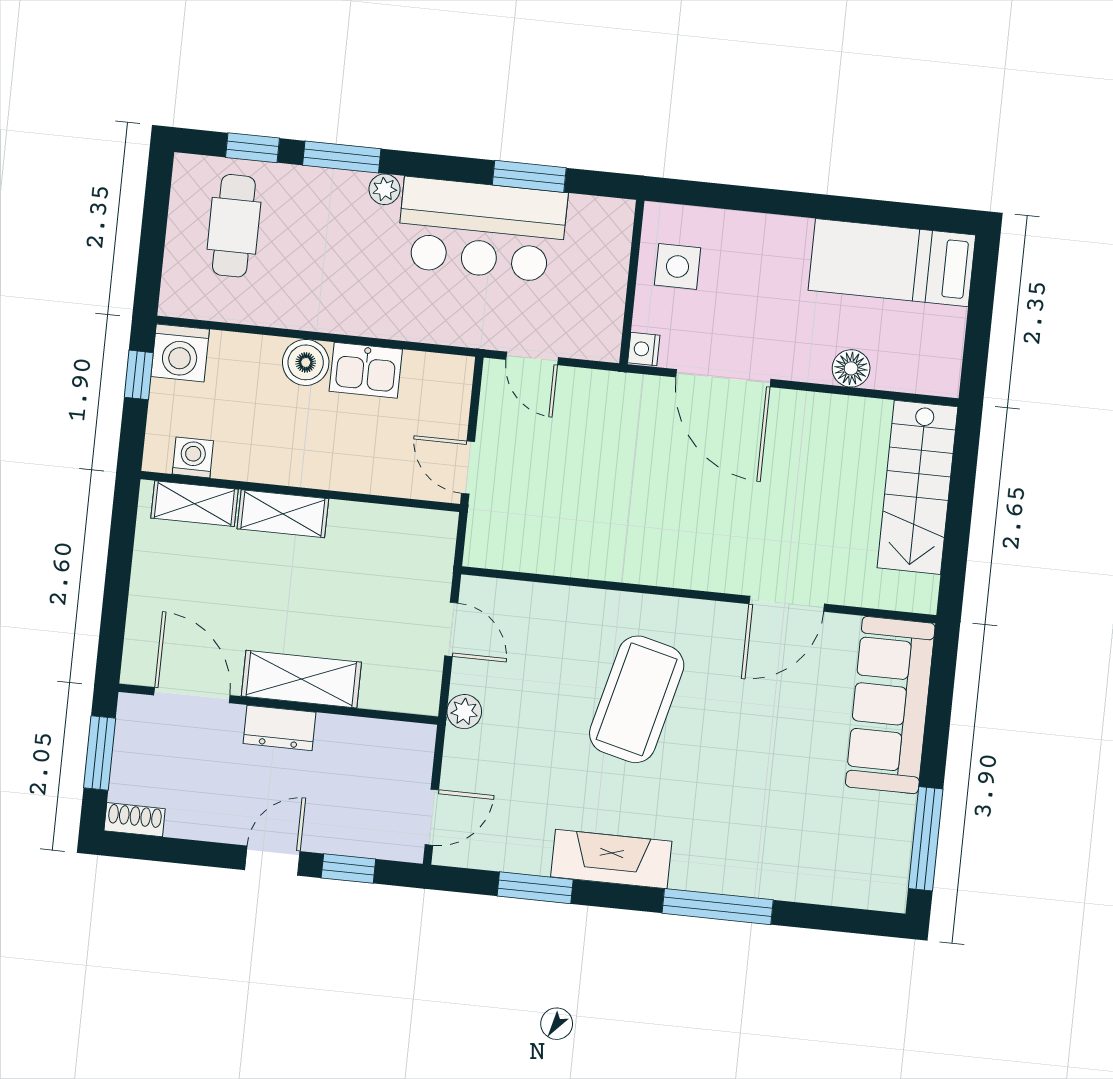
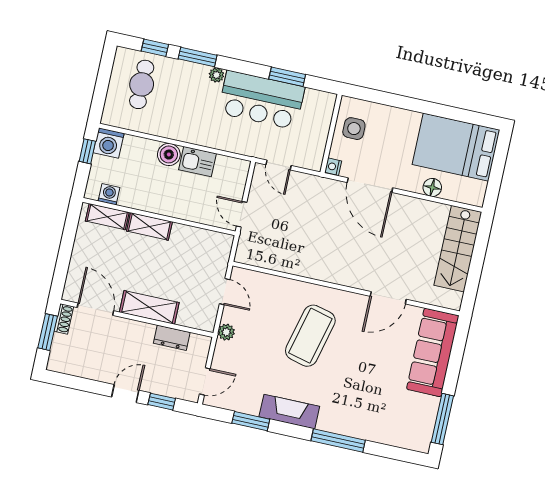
bed: (892, 263) -> (456, 147), width x1.50
dresser: (279, 728) -> (172, 338), moved
shoe rack: (135, 820) -> (64, 319), moved, turned 90

